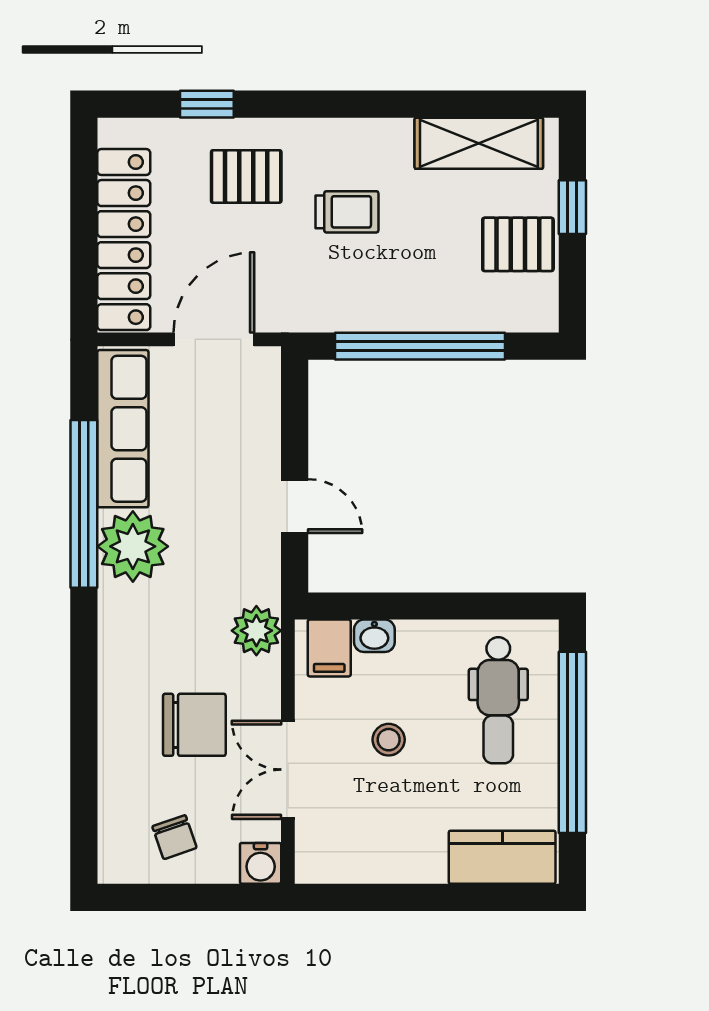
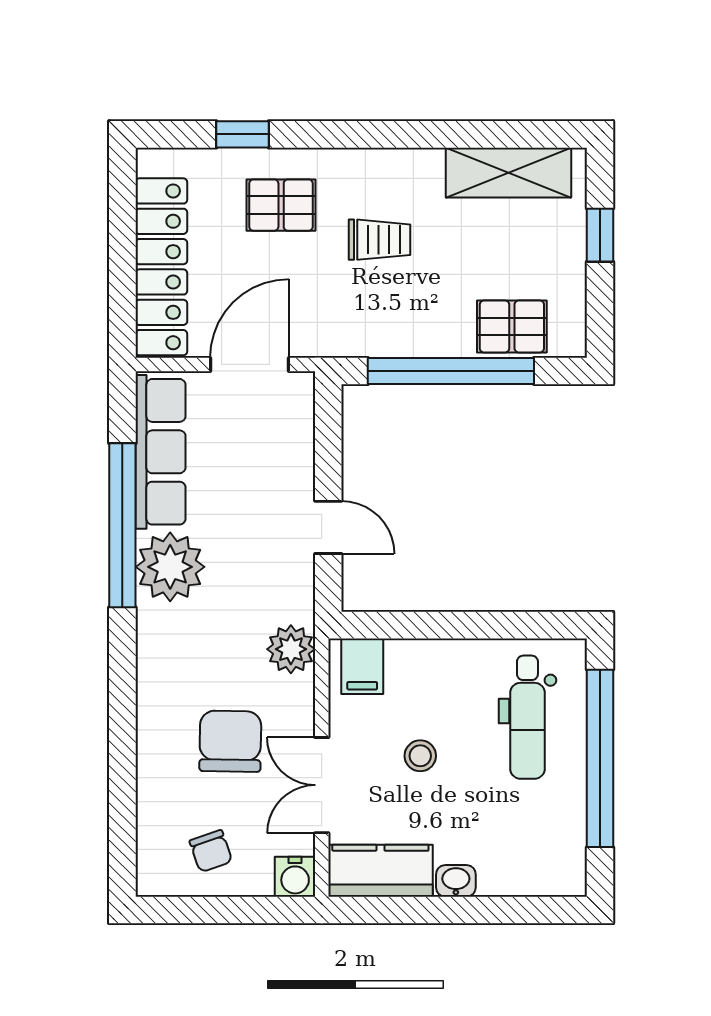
pallet: (518, 244) -> (512, 326), moved
washbasin: (374, 636) -> (456, 881), moved, turned 180
chair: (194, 725) -> (230, 741), turned -89
kitchen counter: (502, 857) -> (380, 871), moved

